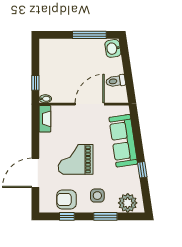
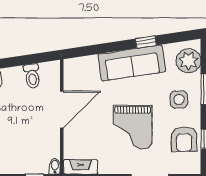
door: (90, 104) -> (62, 109), swing flipped
sofa: (123, 141) -> (132, 63), moved

